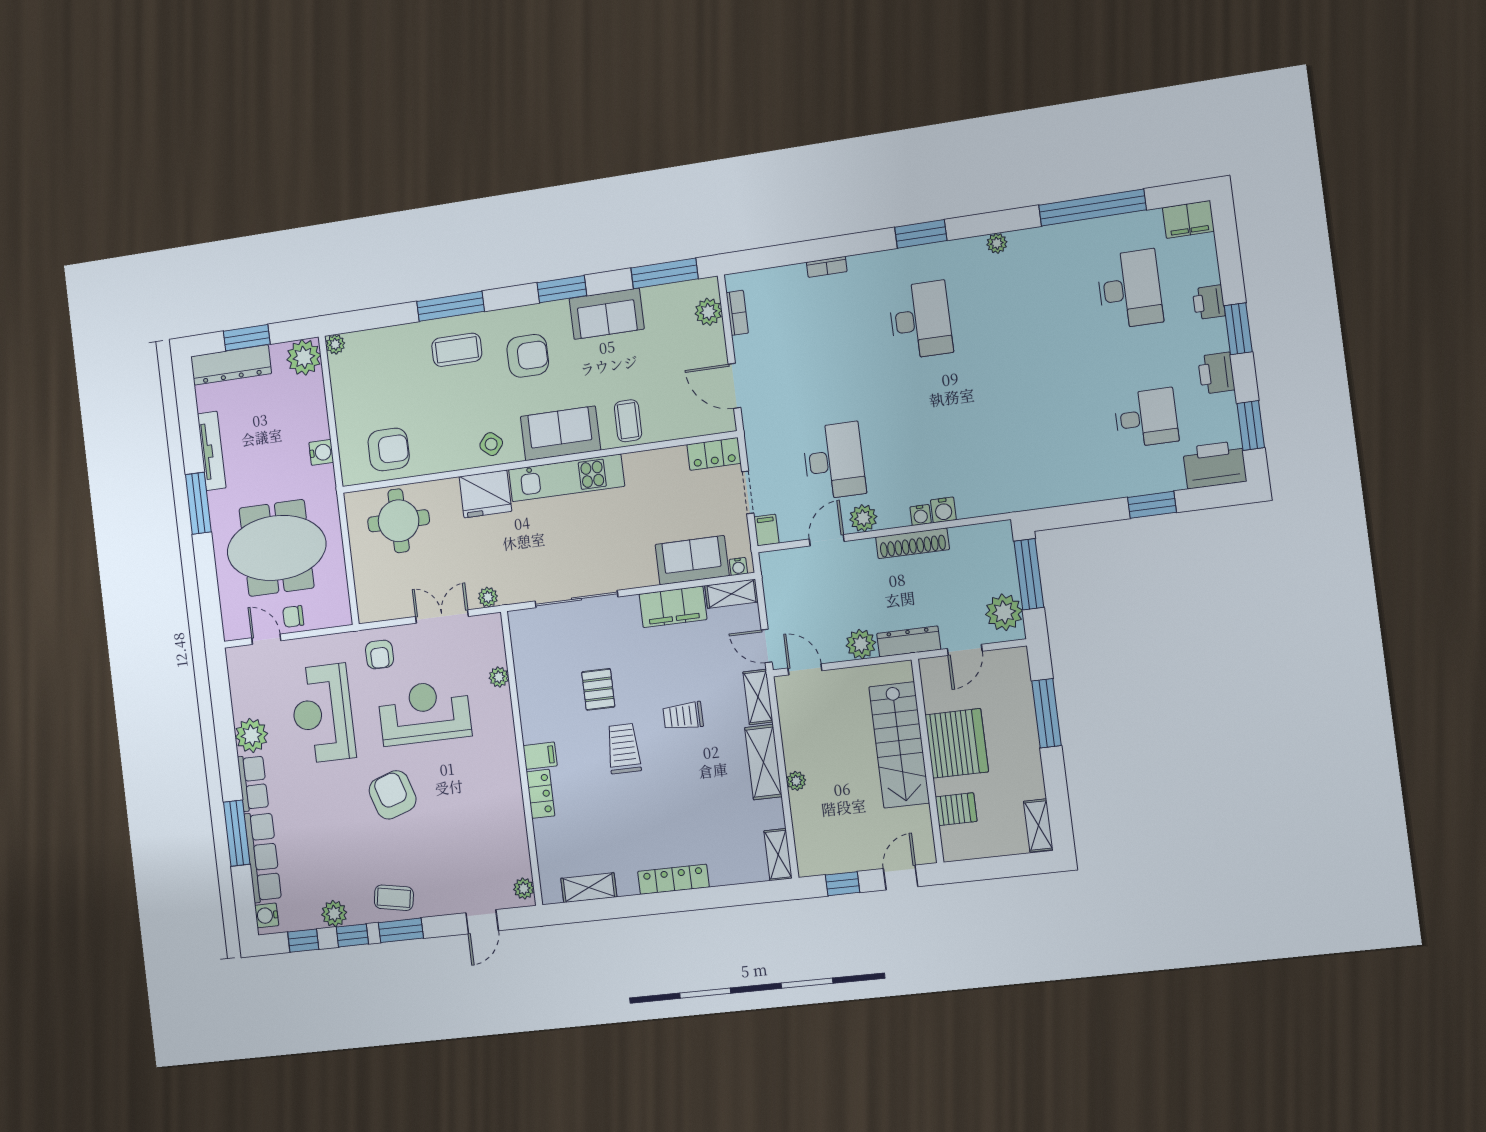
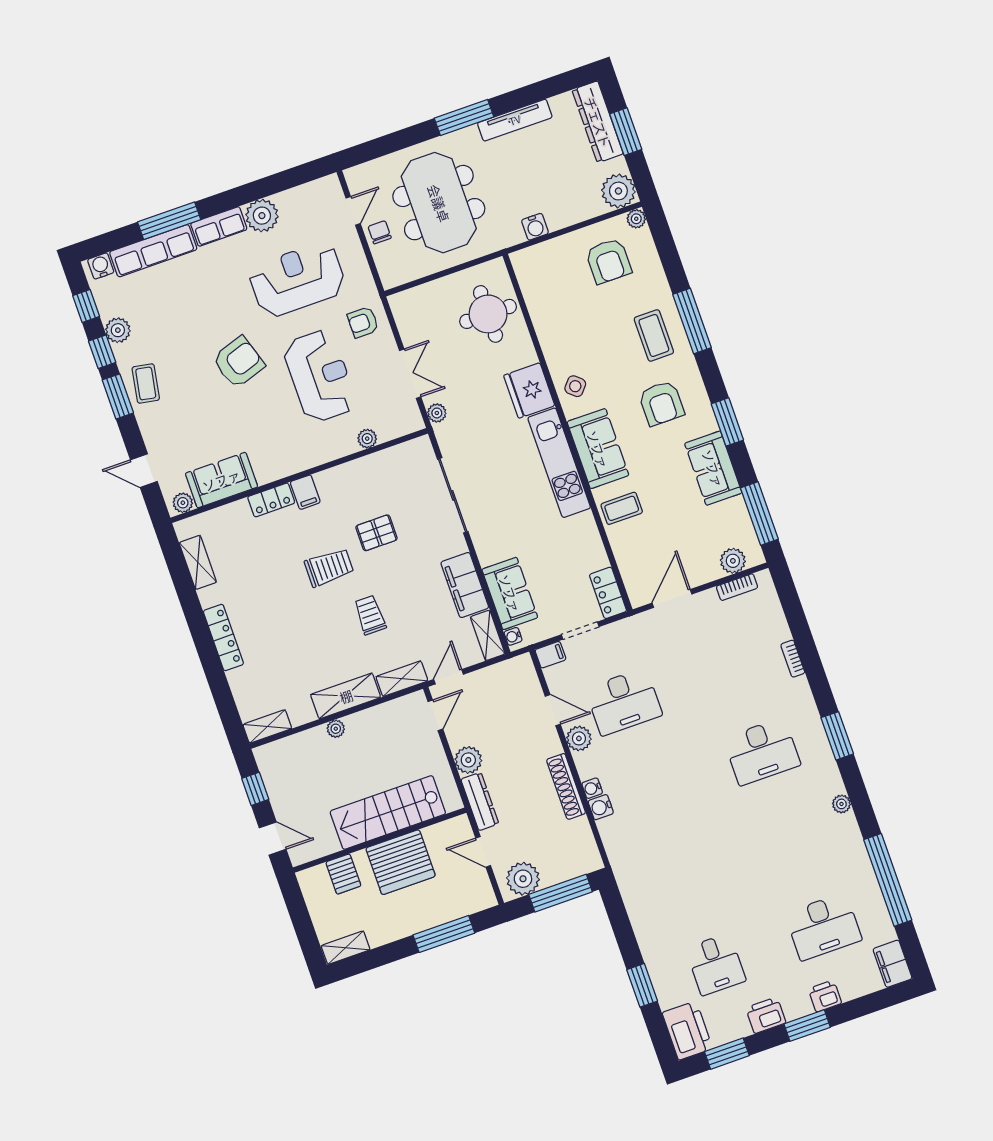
armchair: (389, 449) -> (609, 261), moved
sofa: (509, 842) -> (221, 480), added

